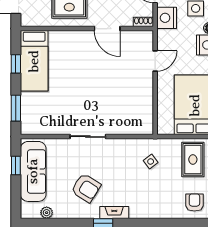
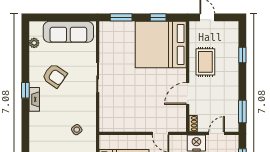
bed: (34, 61) -> (161, 44), width x2.04
window: (16, 165) -> (73, 17), removed
armchair: (86, 188) -> (55, 76), turned -87

